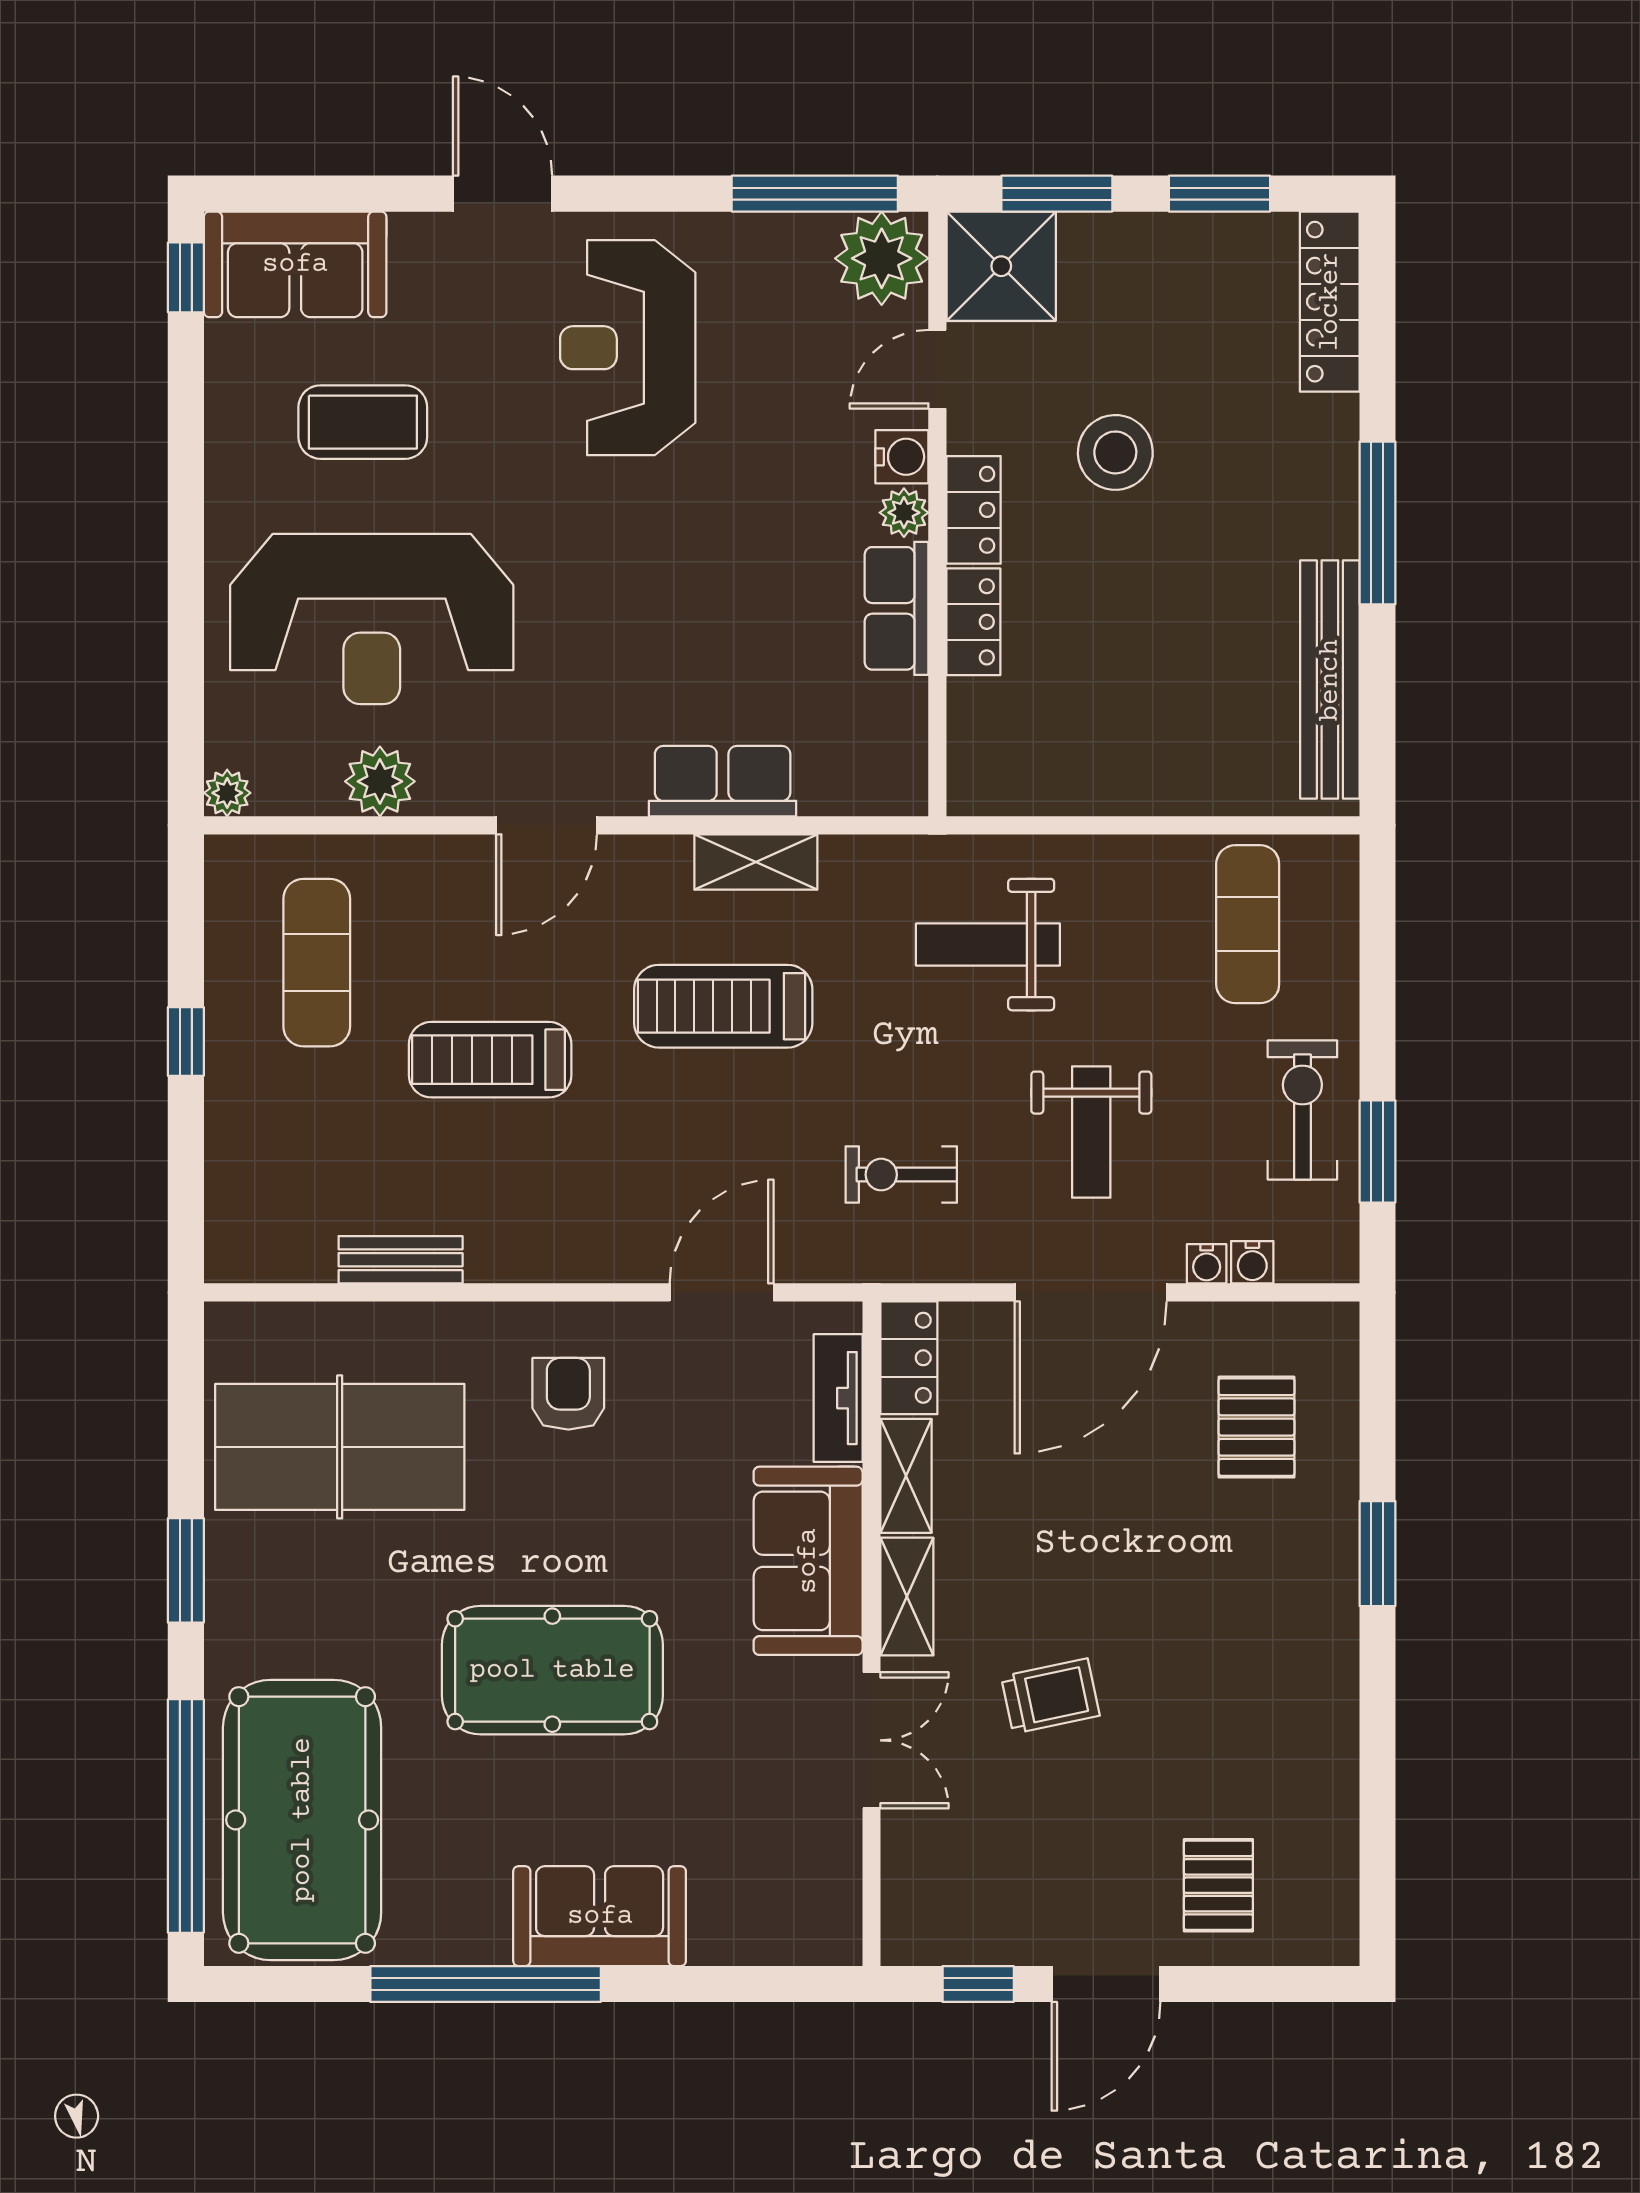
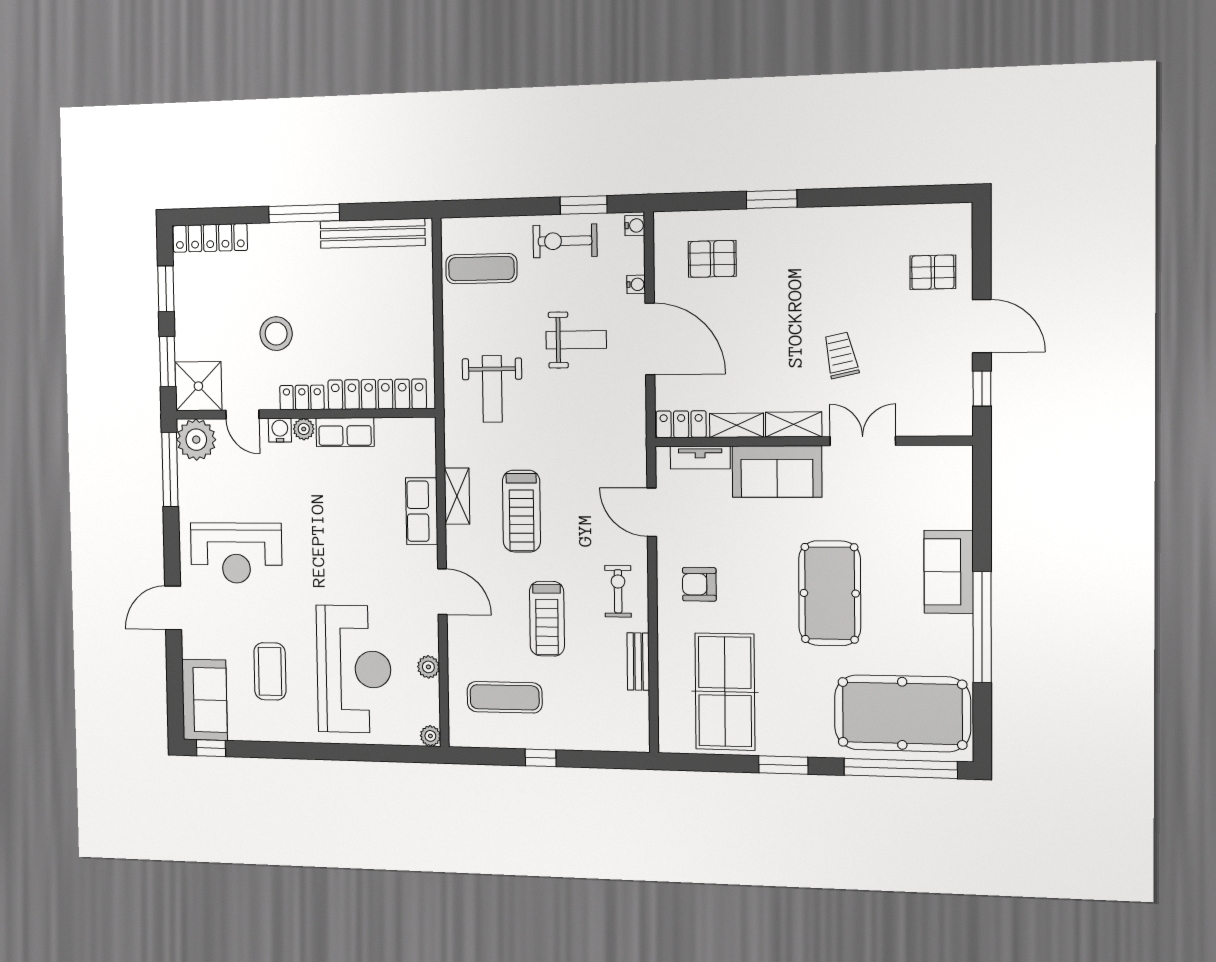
locker: (973, 622) -> (377, 394), width x2.16, depth x1.21
plant: (380, 781) -> (428, 667), width x0.73, depth x0.73
exercise bike: (901, 1175) -> (618, 591), moved, turned 180
water cooler: (1252, 1262) -> (635, 226), moved

